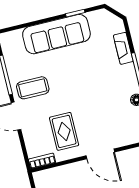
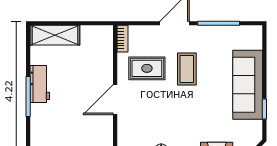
coffee table: (33, 88) -> (187, 69), moved

